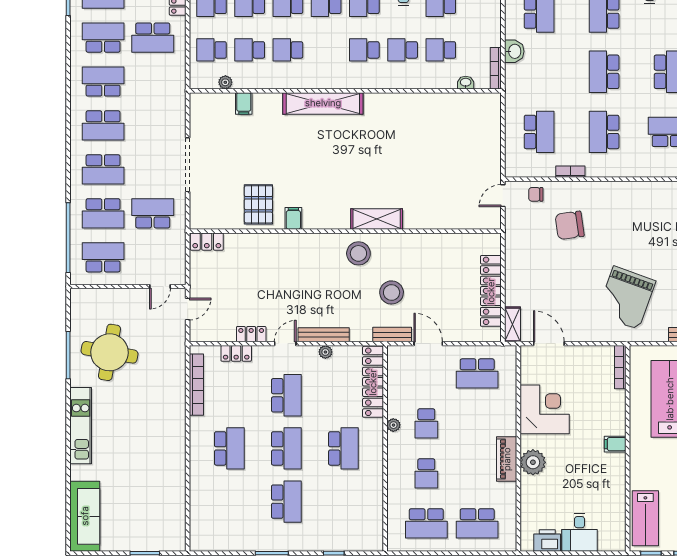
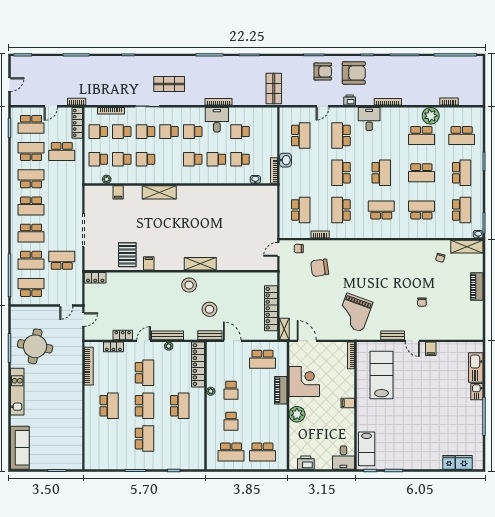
shelving: (323, 103) -> (159, 192), width x0.68
piano: (507, 459) -> (281, 390), moved
desk: (580, 532) -> (343, 458), moved

